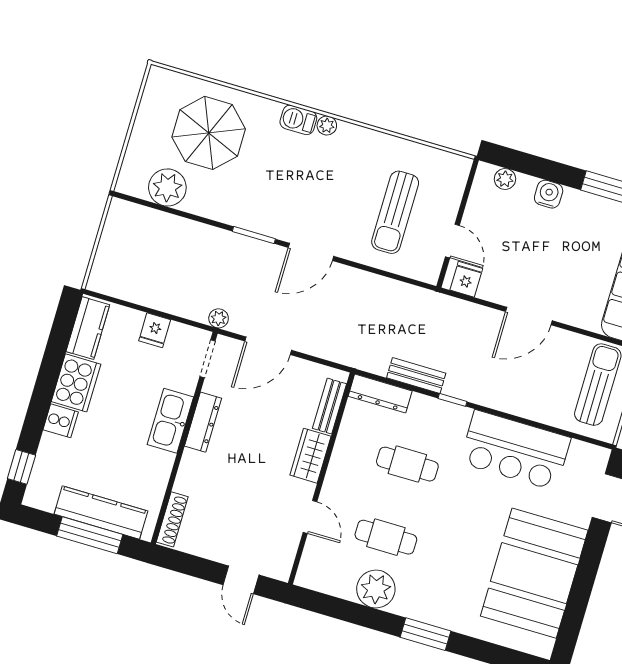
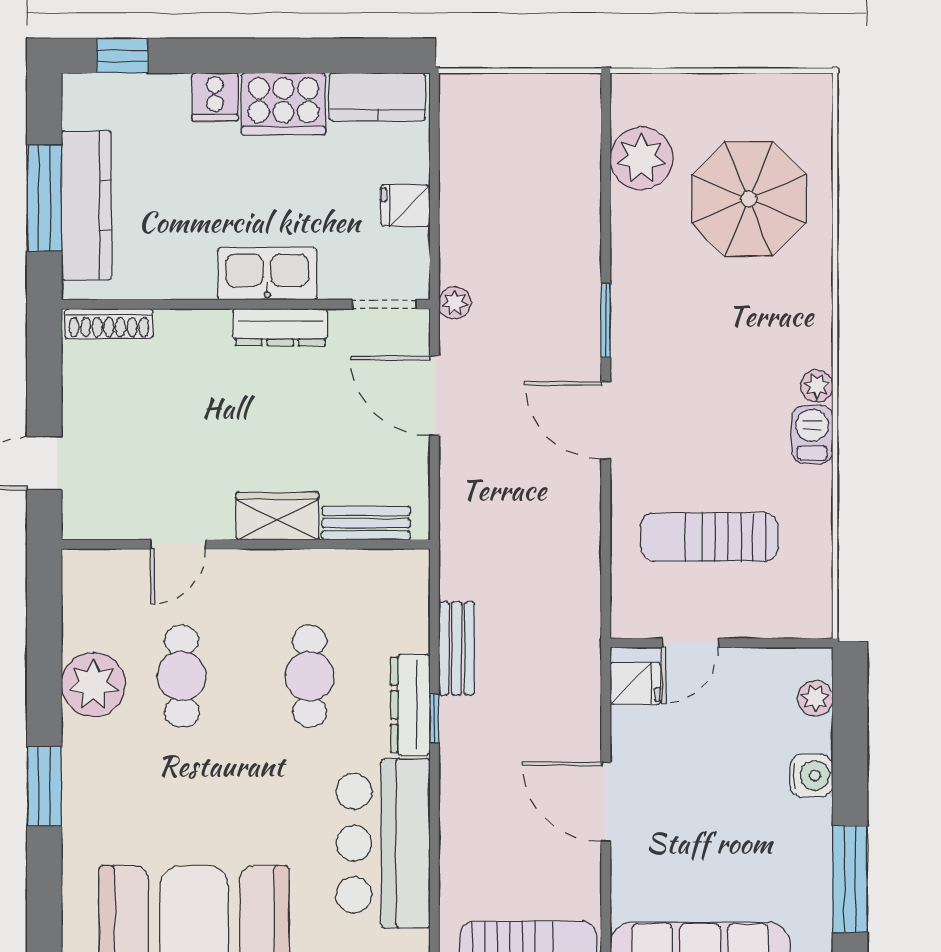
barbecue: (298, 120) -> (812, 434), moved
dresser: (380, 394) -> (410, 705), moved

